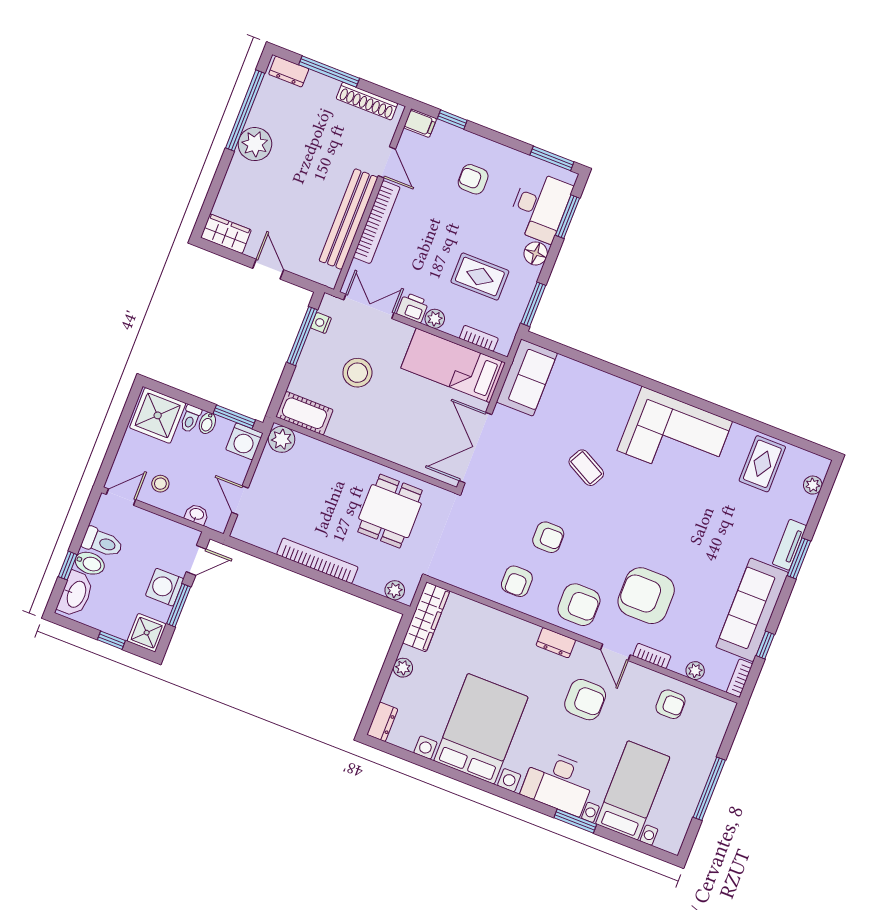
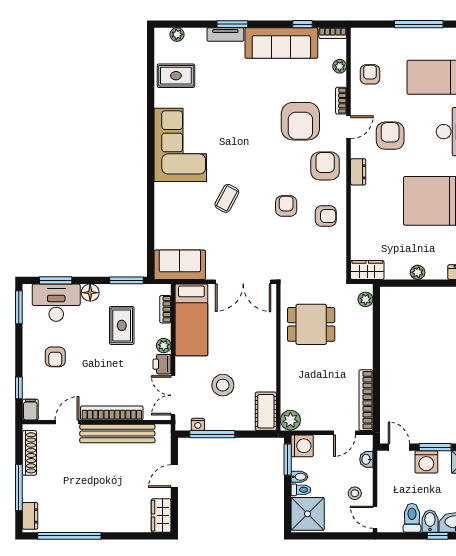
plant: (255, 144) -> (90, 520), removed
bookcase: (317, 561) -> (366, 400), moved
wardrobe: (426, 617) -> (367, 270), width x0.67

